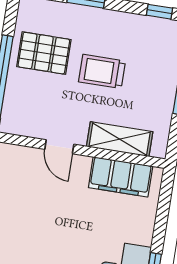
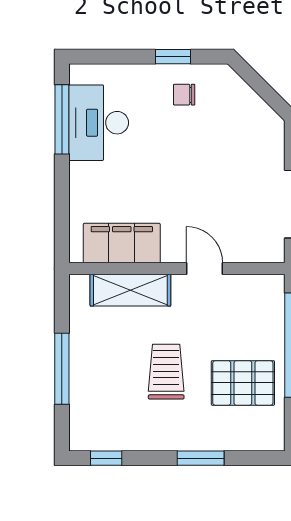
trolley: (102, 71) -> (166, 372), turned -90

